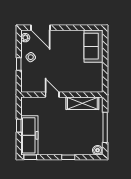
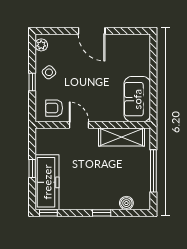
door: (40, 28) -> (92, 31), moved
sofa: (94, 46) -> (137, 99), moved
armchair: (34, 83) -> (54, 108), added
boiler: (98, 150) -> (126, 203), moved

